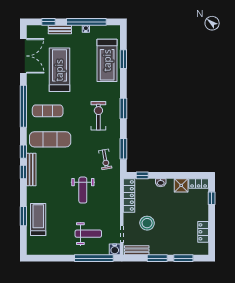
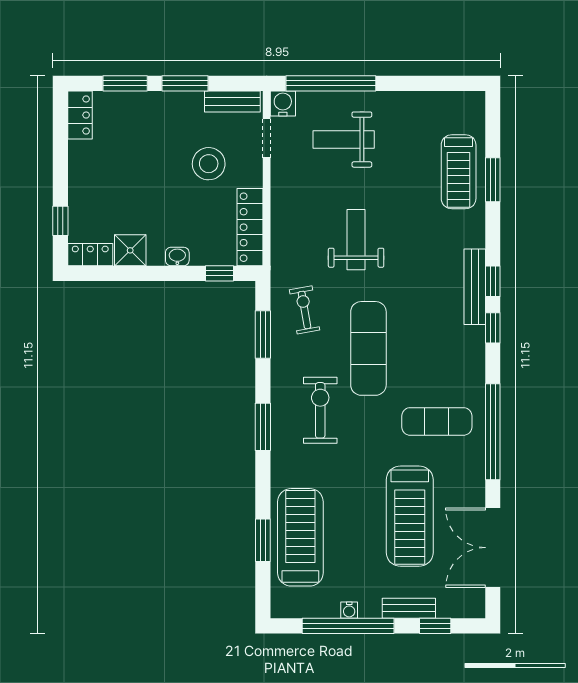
exercise bike: (98, 116) -> (320, 410), turned 180
exercise mat: (50, 139) -> (368, 348), moved, turned 90
locker: (203, 232) -> (80, 115), moved

